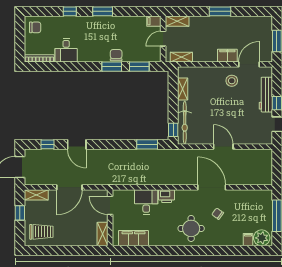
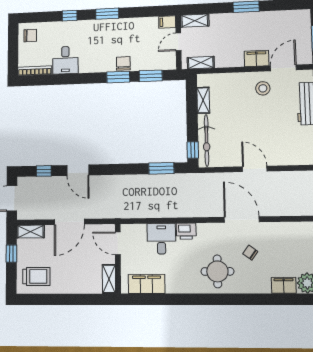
filing cabinet: (248, 240) -> (284, 285), width x2.00

